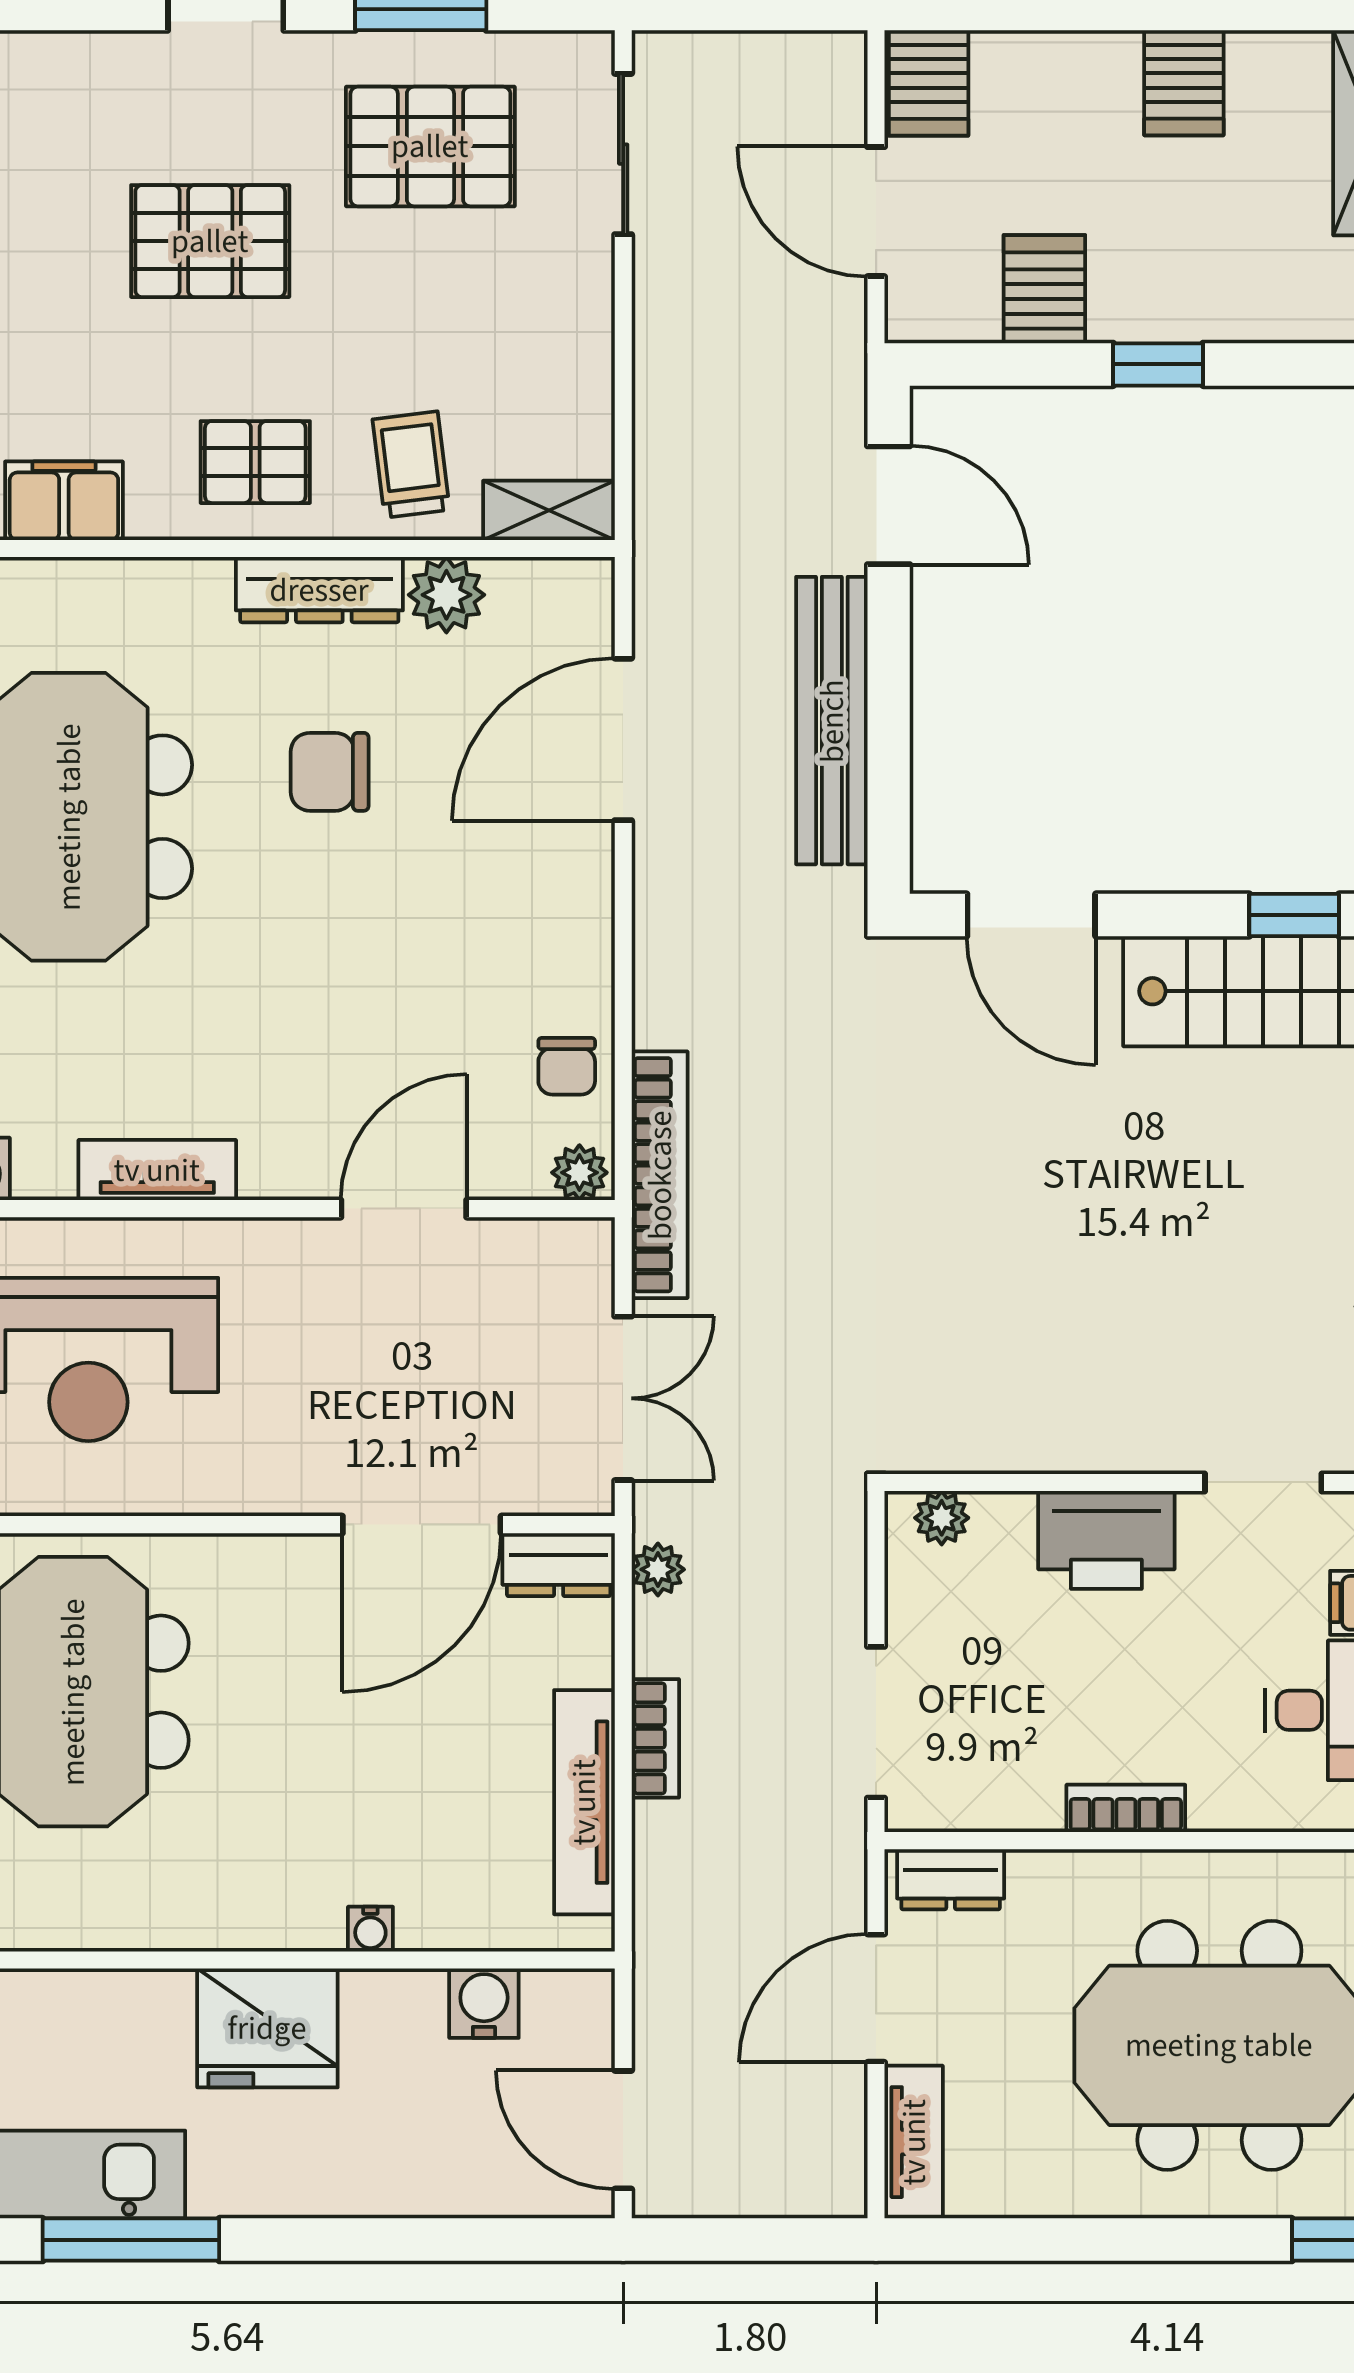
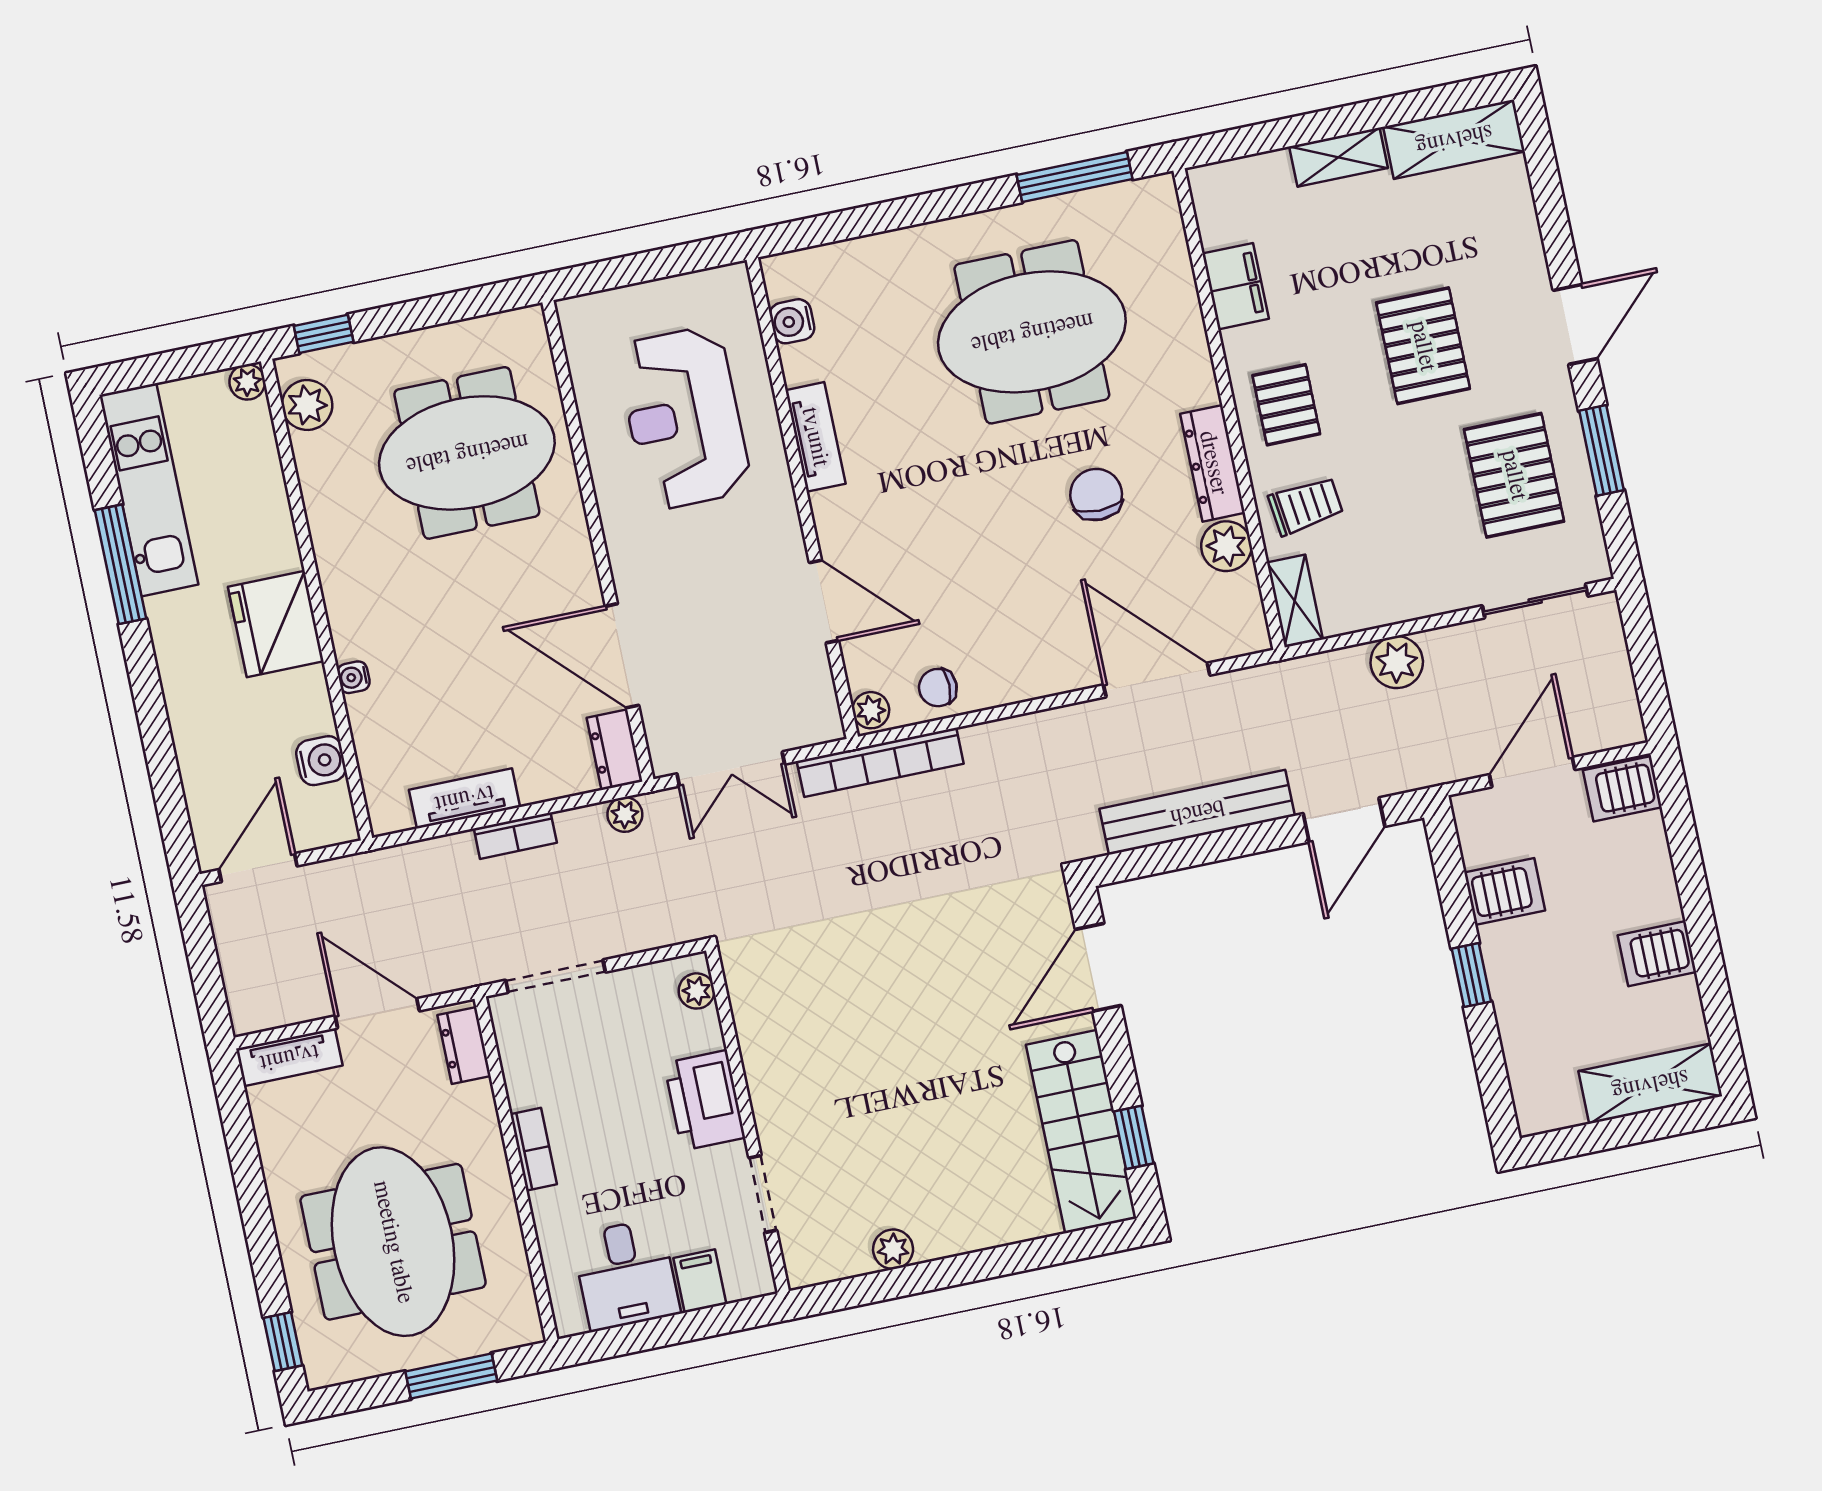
plant: (671, 378) -> (1397, 662), added
tv unit: (584, 1802) -> (464, 798), width x0.71

